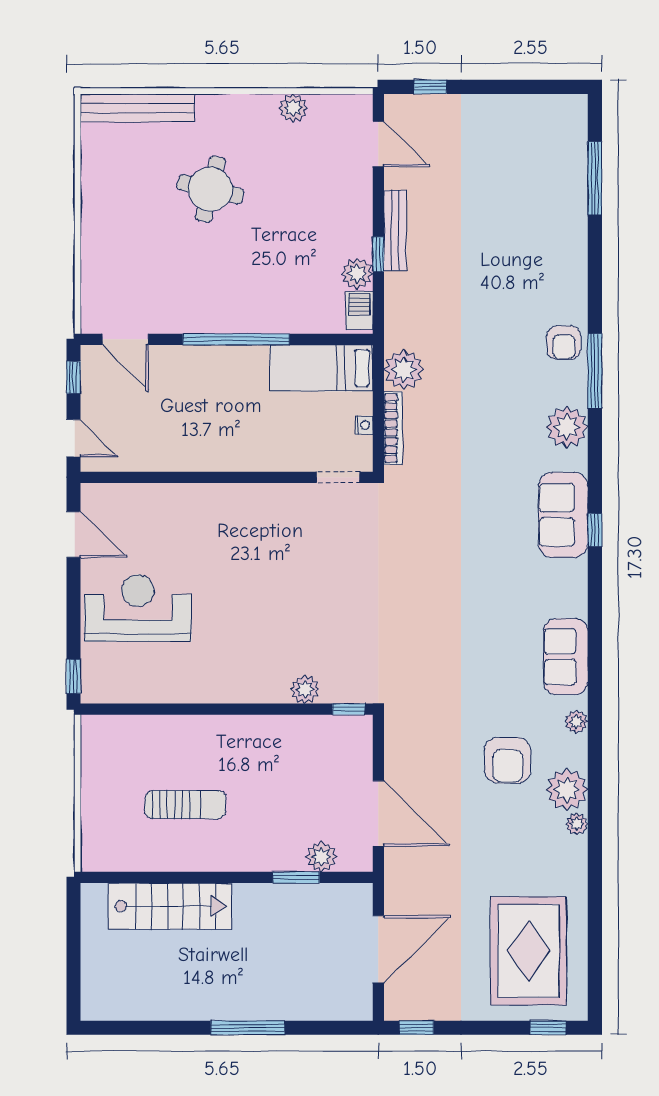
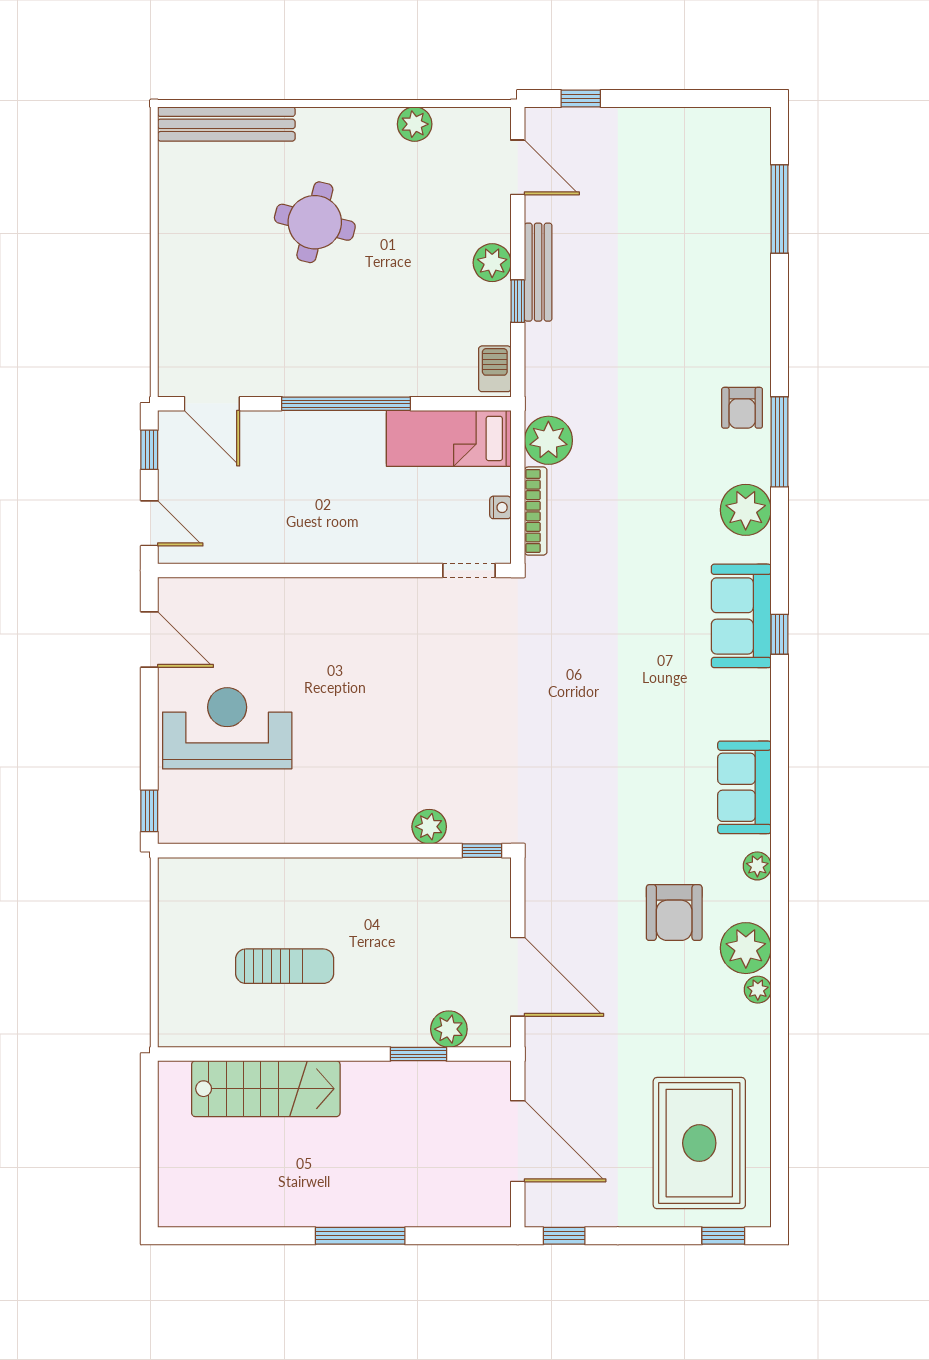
plant: (357, 274) -> (492, 263), moved
door: (378, 949) -> (518, 1141), hinge flipped

